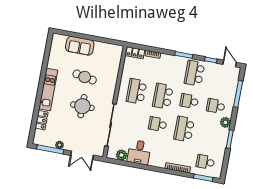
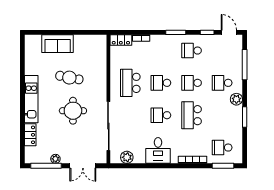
school desk: (194, 73) -> (192, 51), width x0.54
school desk: (163, 96) -> (161, 83), width x0.54
desk: (139, 152) -> (158, 150), moved

